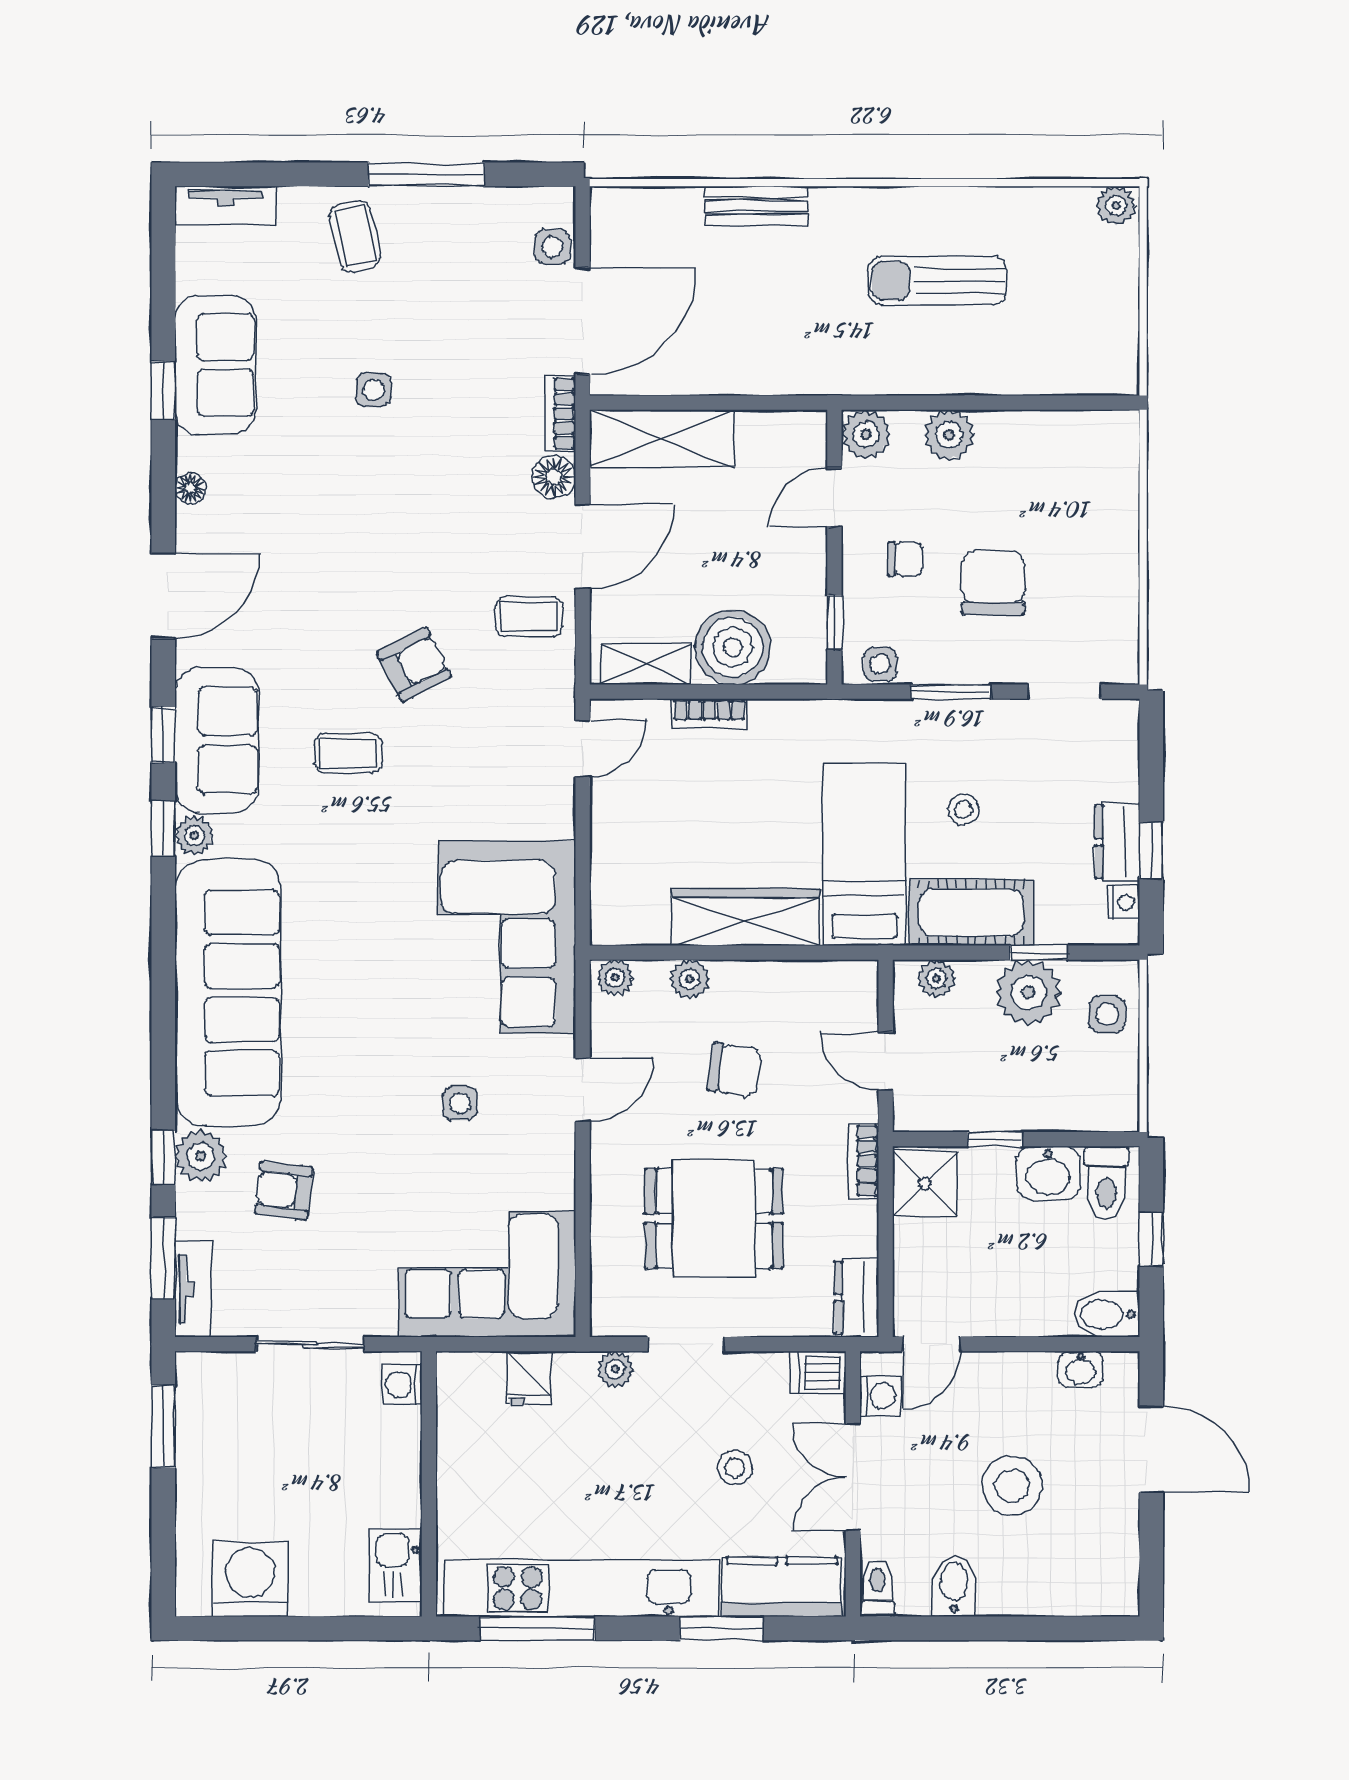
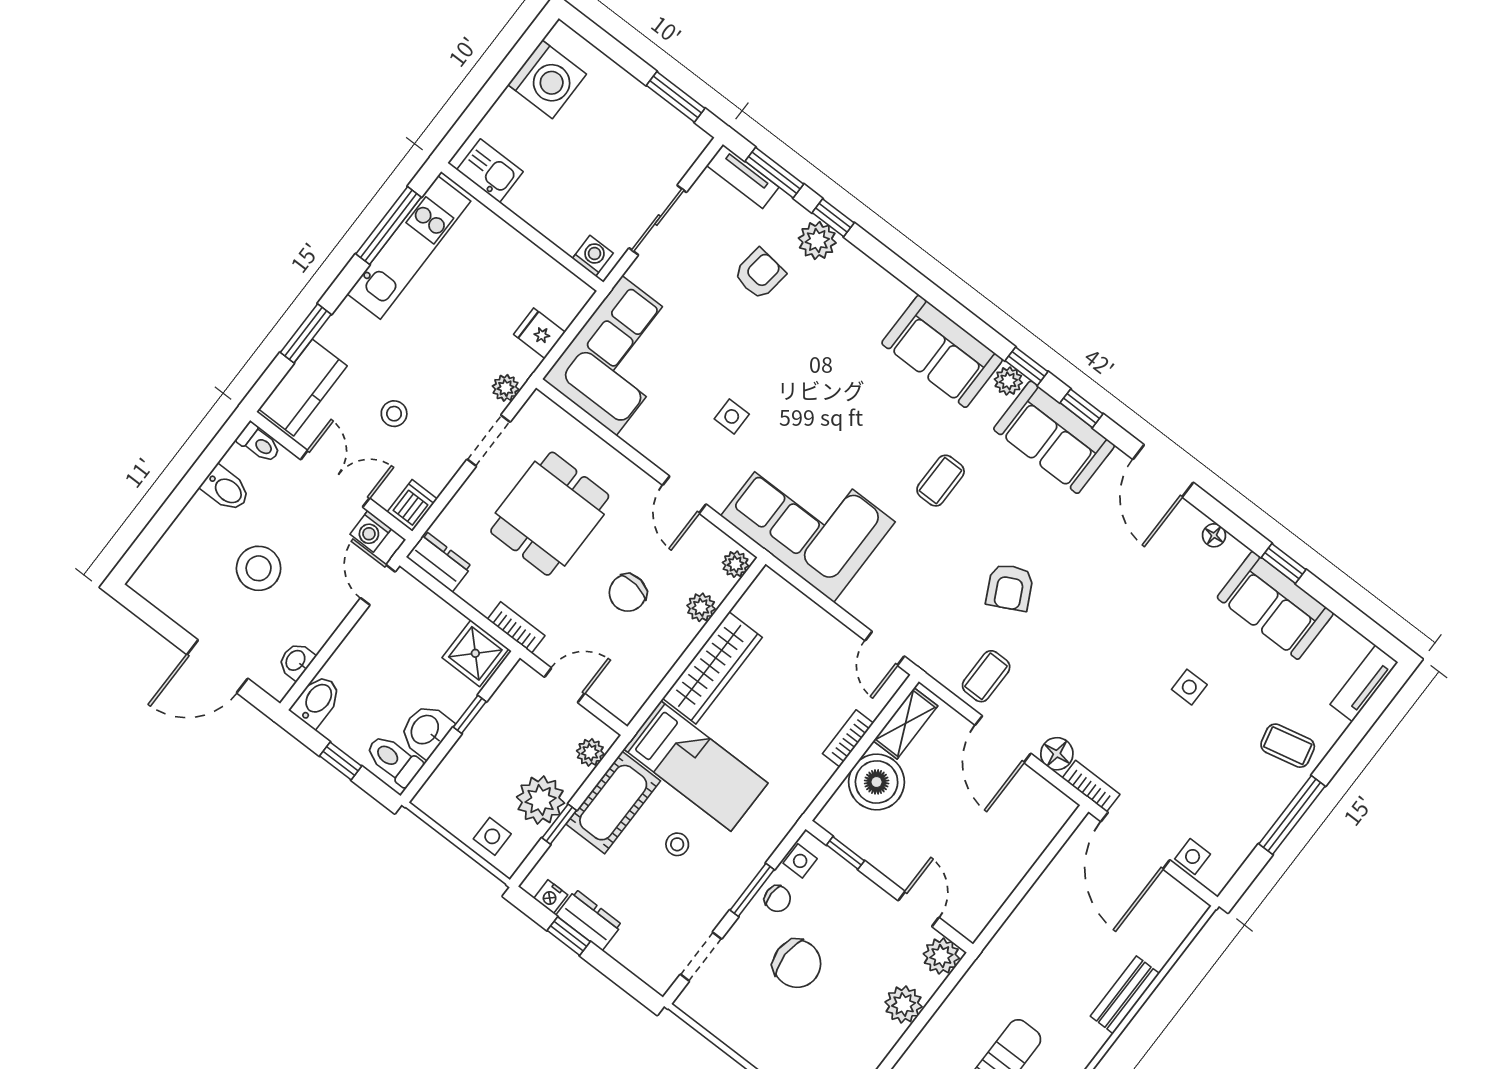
shelving: (662, 439) -> (1031, 834), removed
chair: (905, 559) -> (777, 899), moved, turned -90
coffee table: (348, 753) -> (941, 481), moved
sofa: (228, 993) -> (942, 351), width x0.54, depth x0.79
kitchen unit: (581, 1588) -> (409, 248), width x0.73

